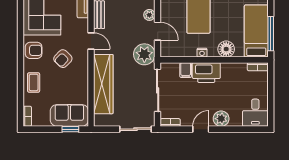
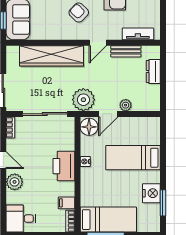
floor lamp: (226, 49) -> (89, 127), moved
filing cabinet: (186, 70) -> (67, 203), moved

